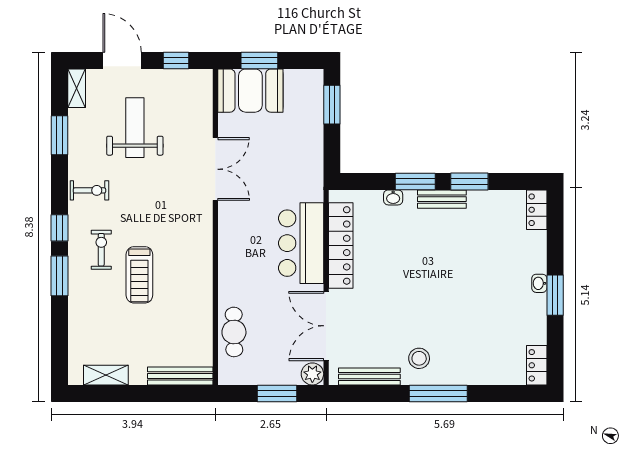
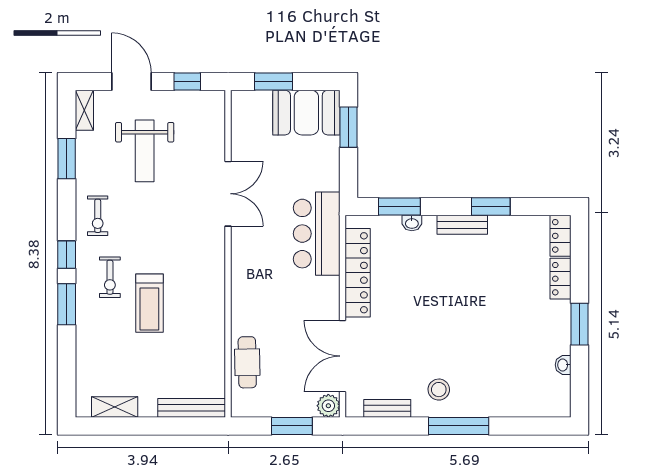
booth: (250, 91) -> (306, 113), moved
weight bench: (135, 128) -> (145, 151), turned 180
window: (415, 181) -> (399, 207), moved
exercise bike: (89, 190) -> (98, 216), turned 90
bar counter: (301, 243) -> (317, 234), moved
exercise bike: (101, 250) -> (110, 277), turned 180
washbasin: (539, 283) -> (563, 365), moved
locker: (537, 365) -> (560, 279), moved
bench: (369, 376) -> (387, 408), width x0.73

